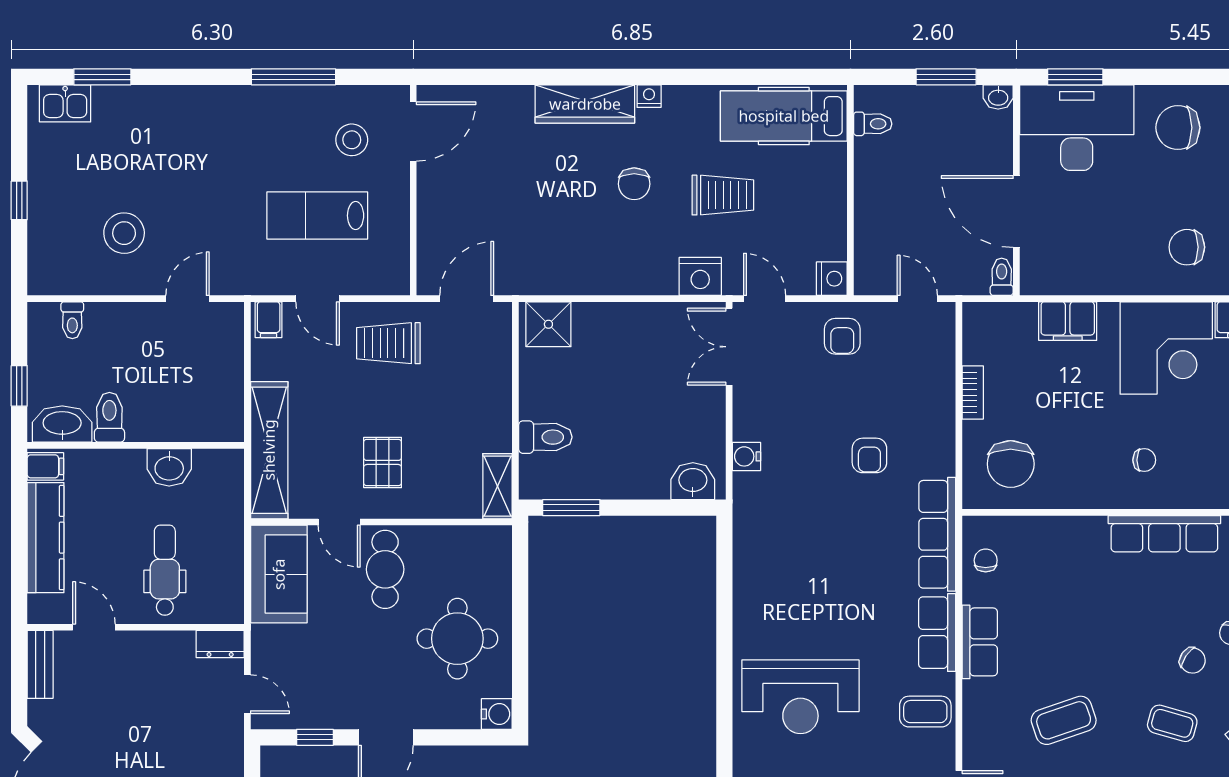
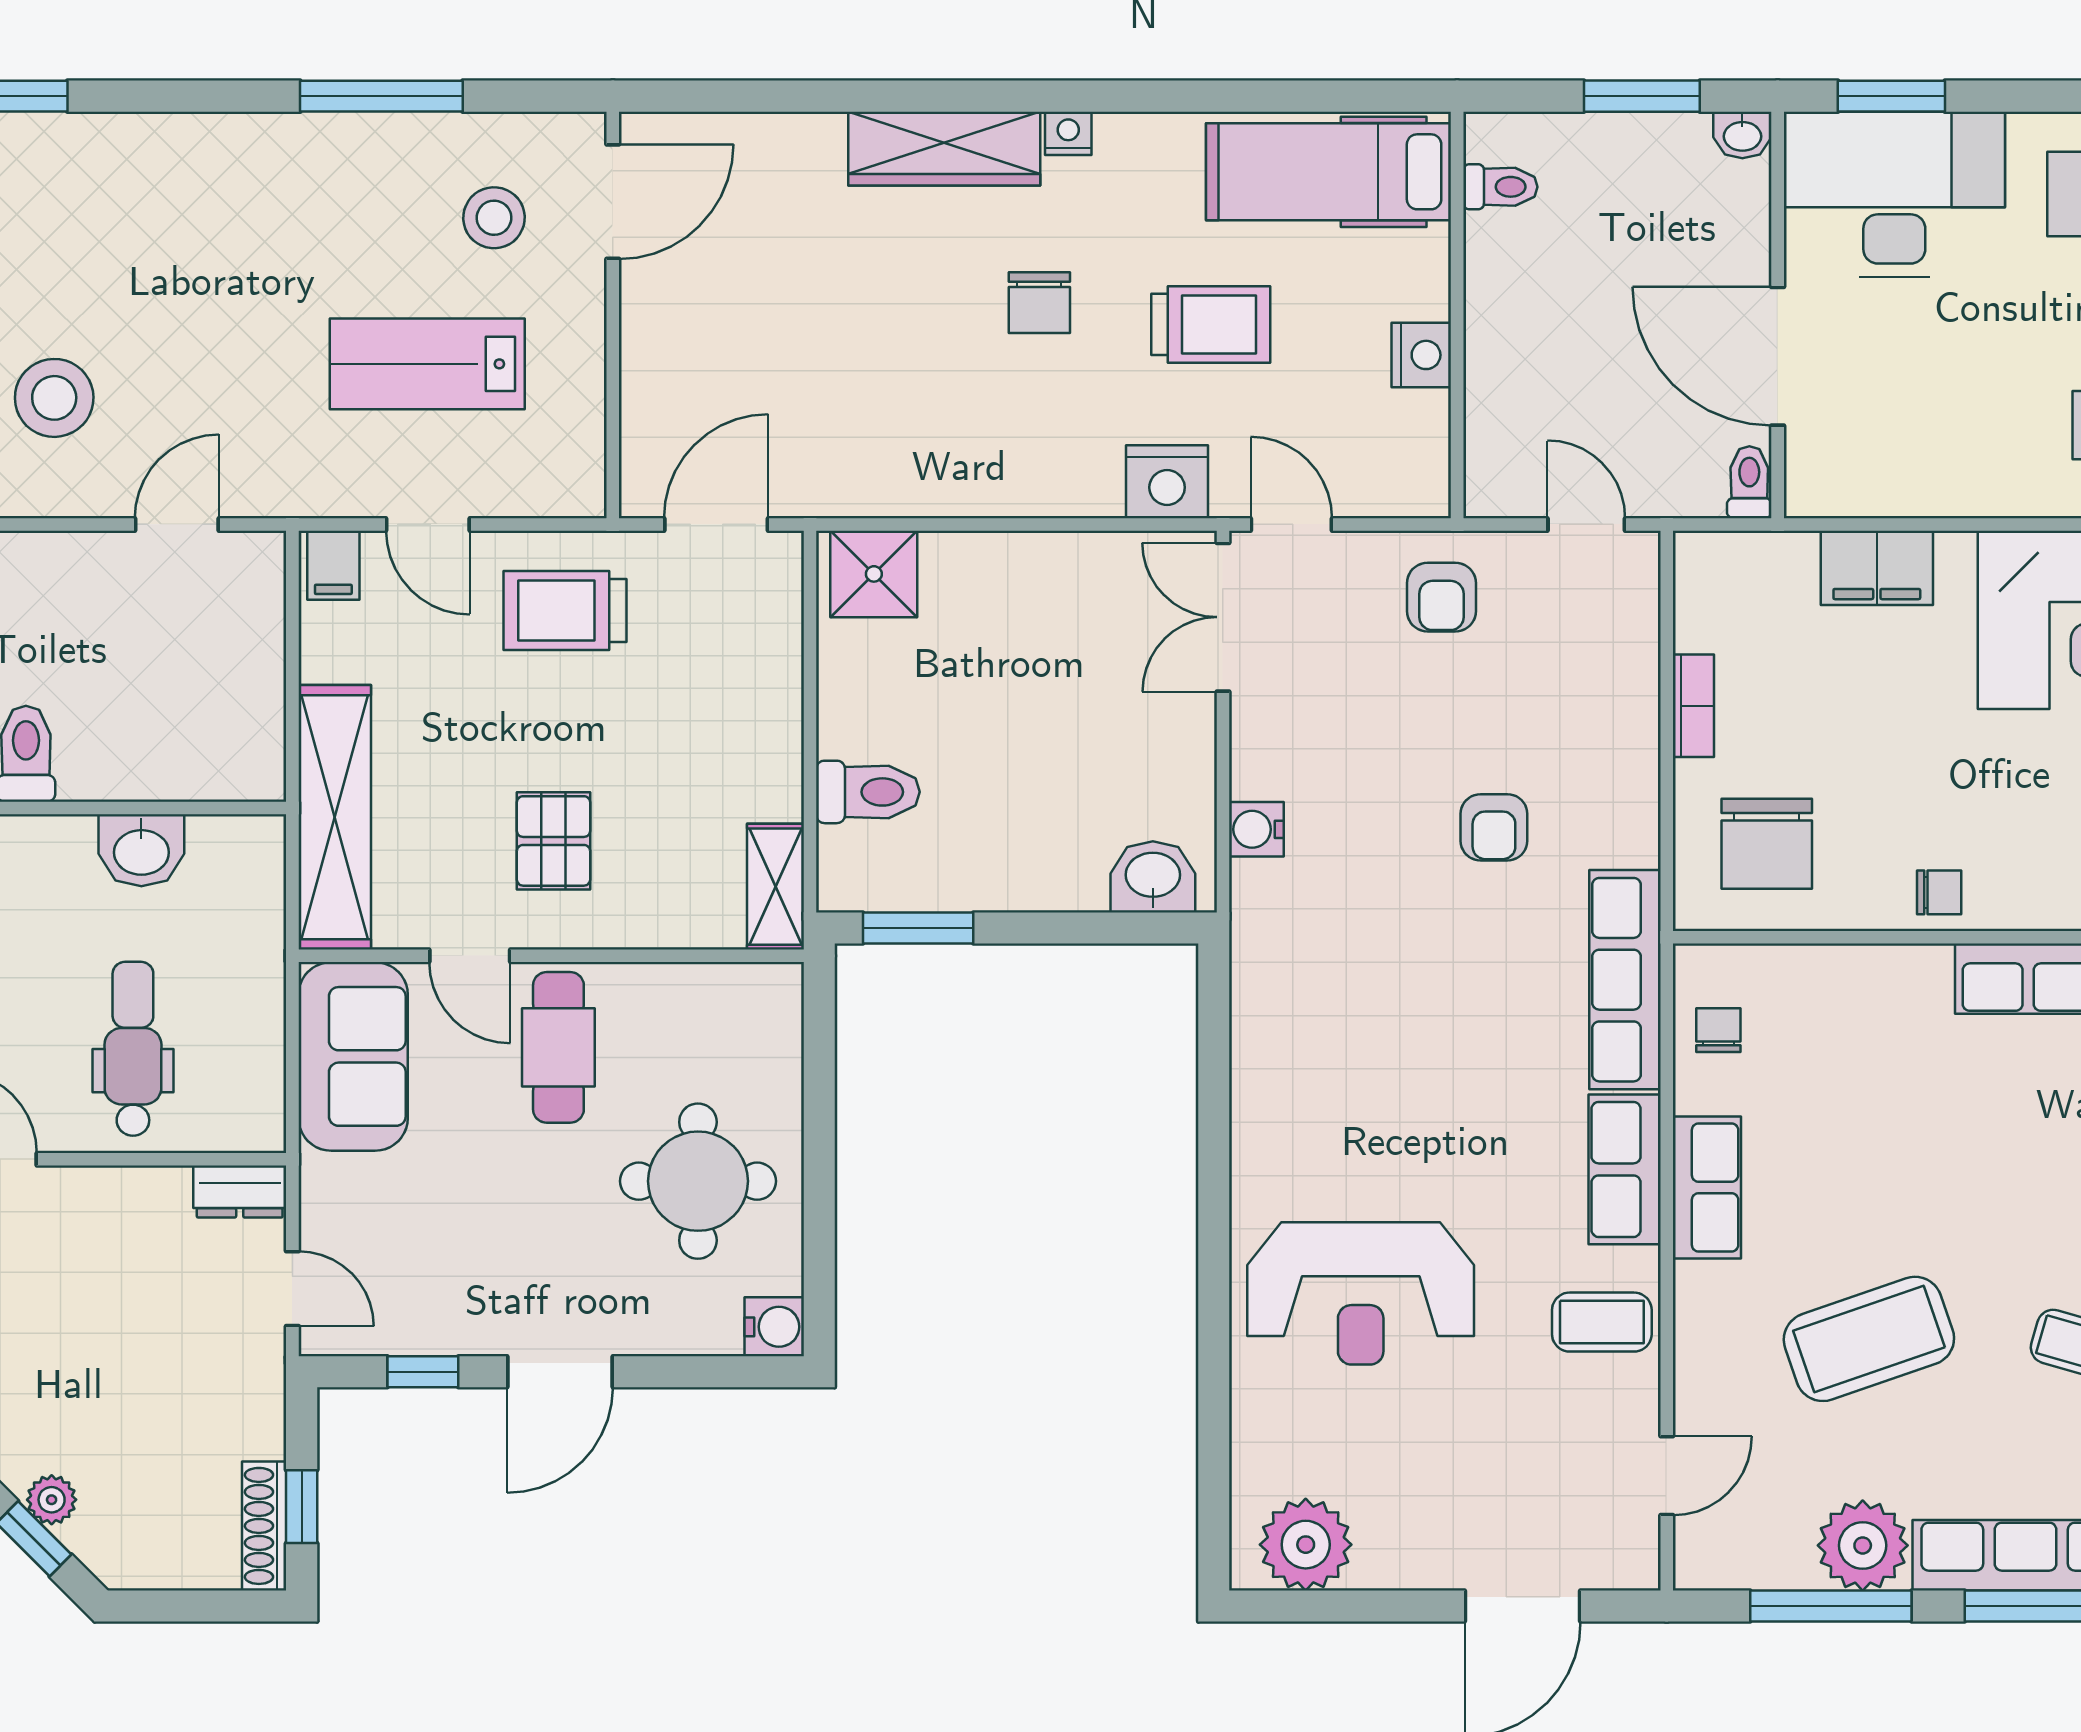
nightstand: (832, 279) -> (1421, 355), moved
chair: (1144, 460) -> (1939, 892), moved
coffee table: (1064, 720) -> (1869, 1339), width x1.36, depth x1.32

